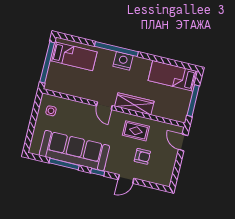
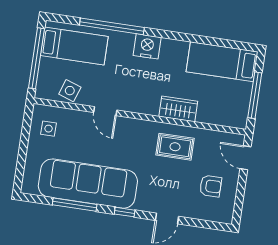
window: (116, 49) -> (112, 26), moved
side table: (68, 86) -> (70, 91), added
wardrobe: (134, 104) -> (178, 109), width x0.67
door: (104, 106) -> (105, 111), moved
armchair: (142, 156) -> (211, 186), moved

